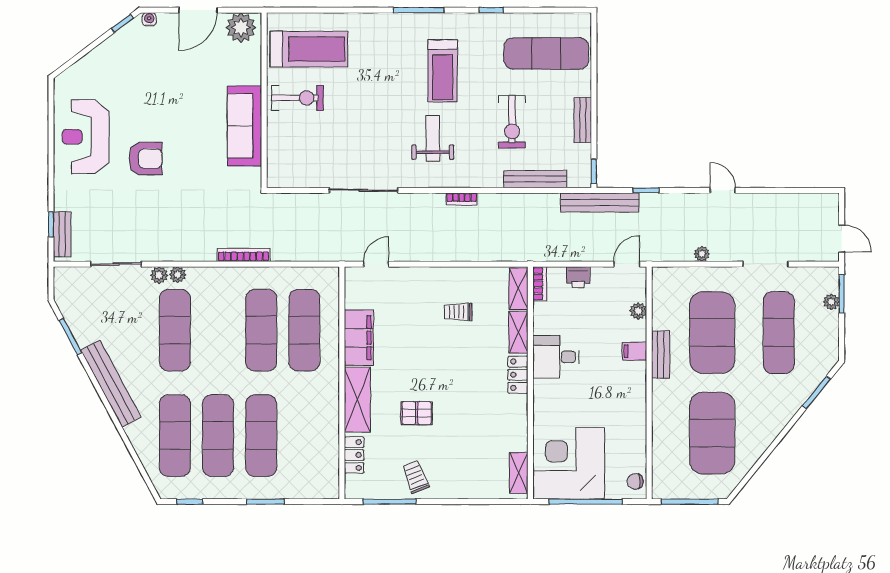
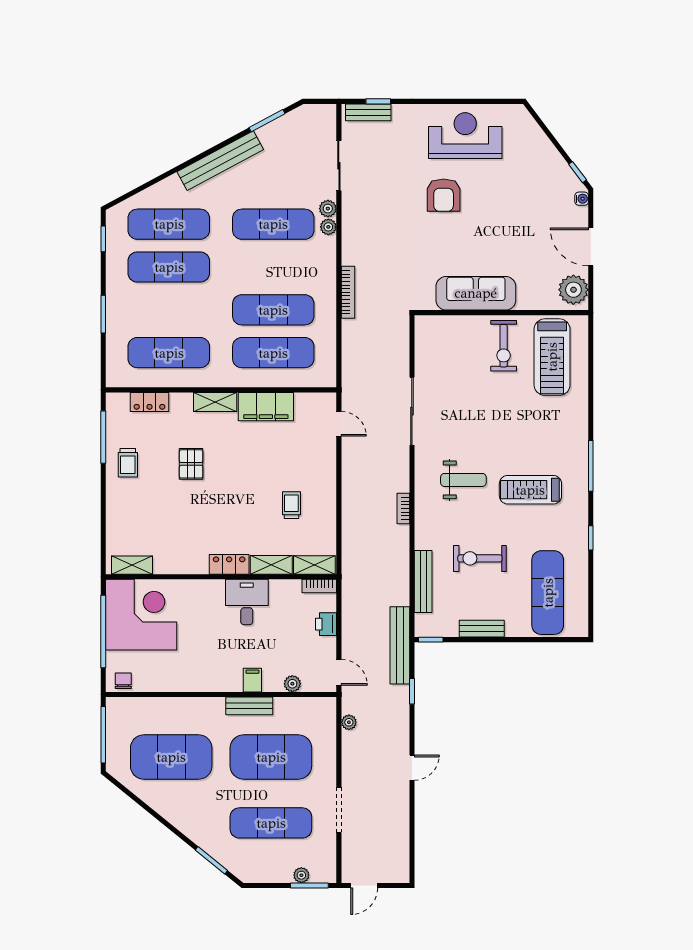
plant: (702, 254) -> (349, 722), moved
shelving: (357, 400) -> (215, 402), width x0.67, depth x0.75
exercise mat: (261, 436) -> (169, 353), moved
trolley: (415, 477) -> (128, 463), turned 111

